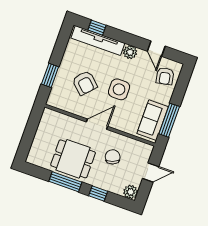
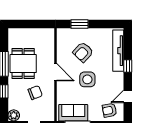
window: (97, 28) -> (128, 66), moved
plant: (130, 52) -> (118, 78), removed

